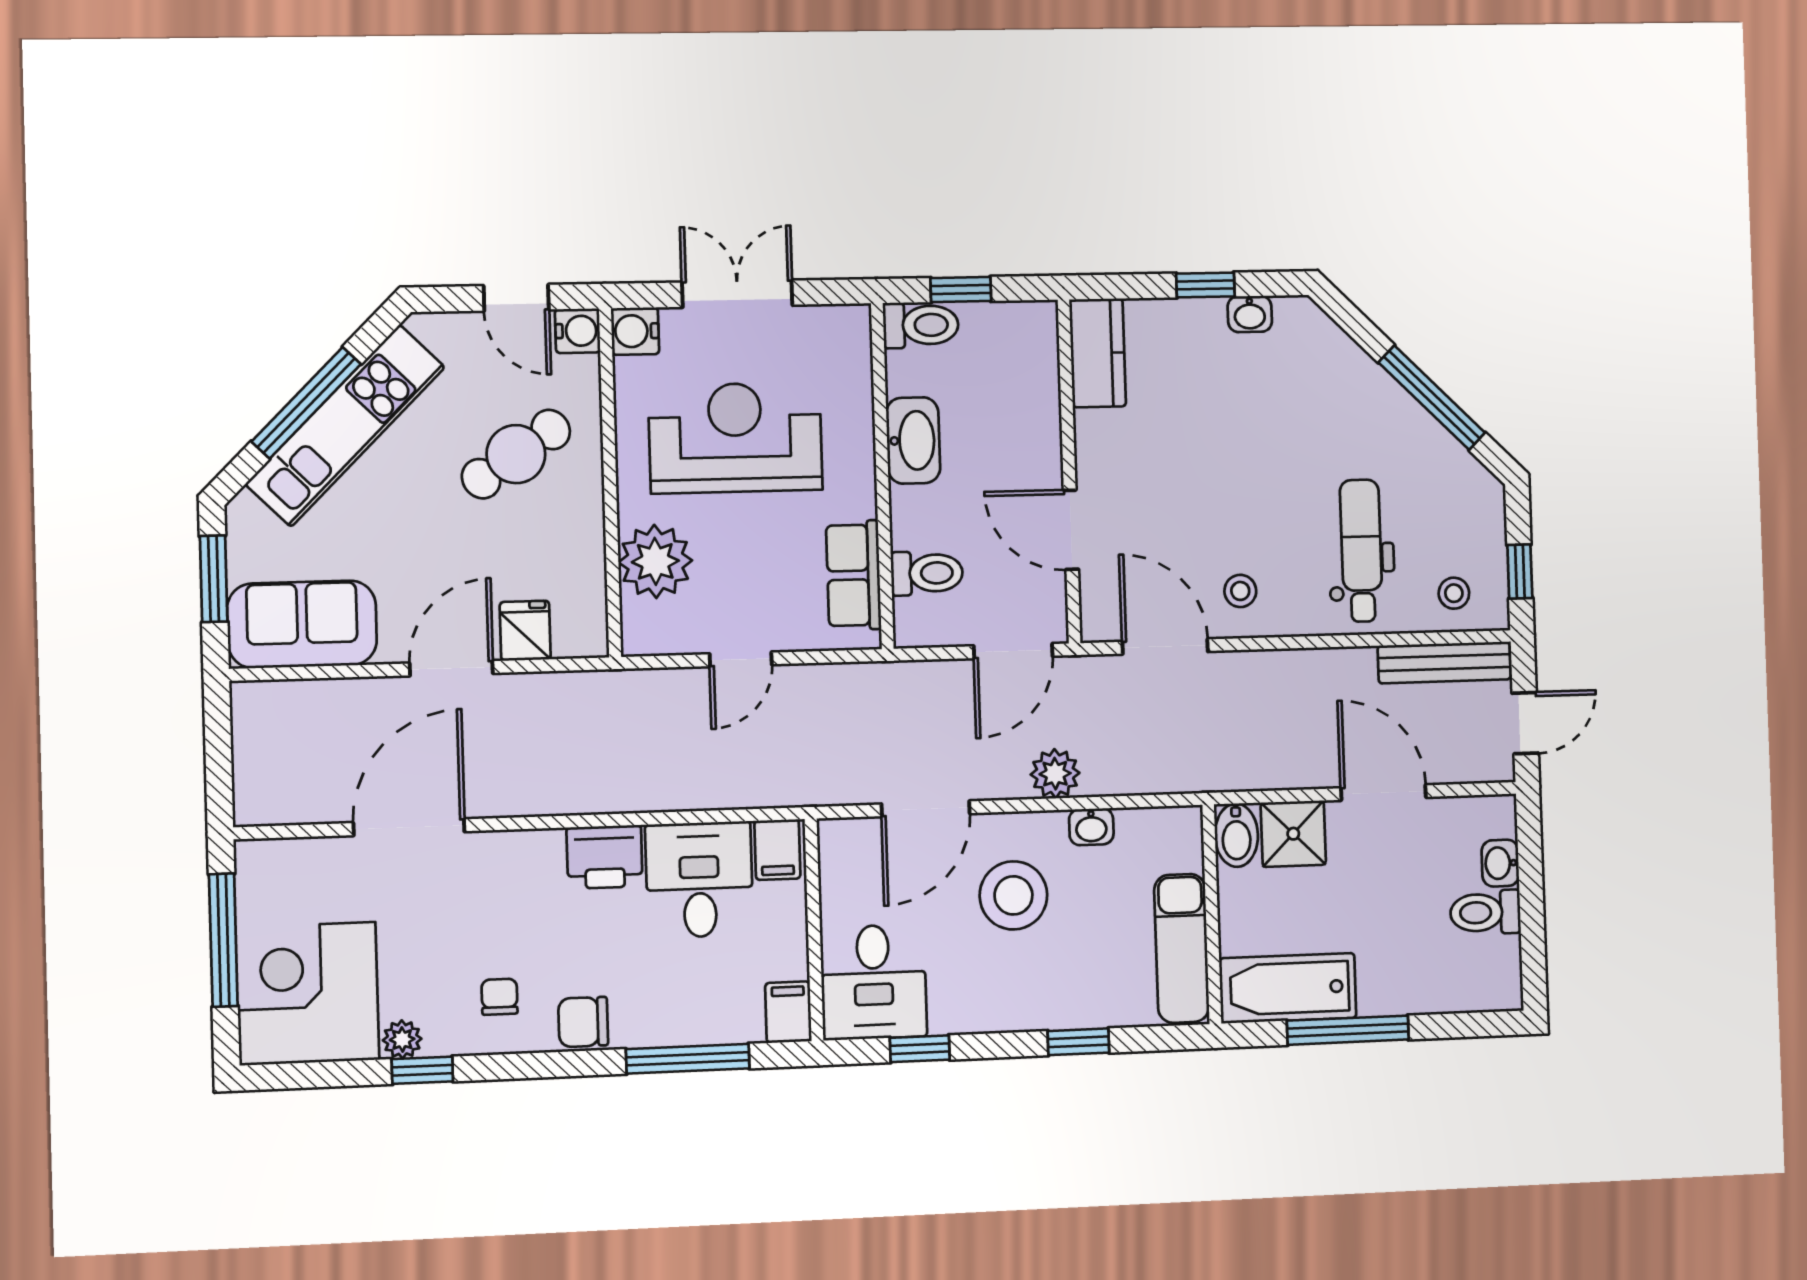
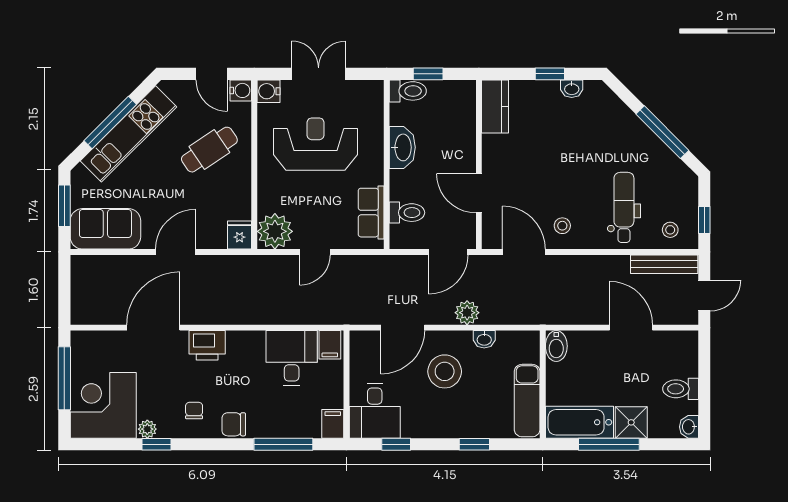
plant: (655, 561) -> (275, 231), moved
fridge: (525, 631) -> (240, 235), moved
shower: (1293, 834) -> (631, 422), moved
printer: (605, 857) -> (207, 345), moved
washbasin: (1500, 863) -> (689, 427), moved

